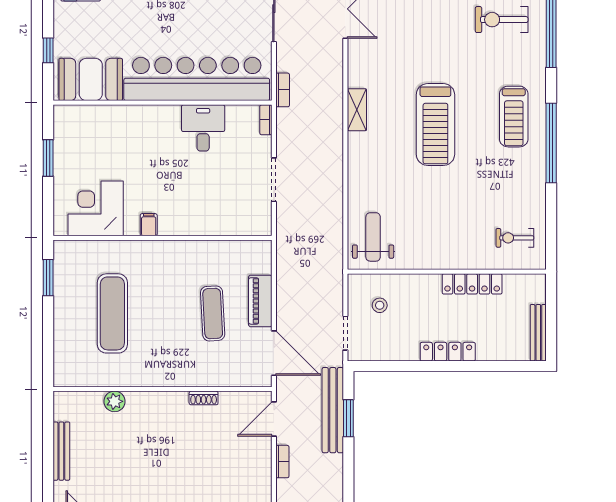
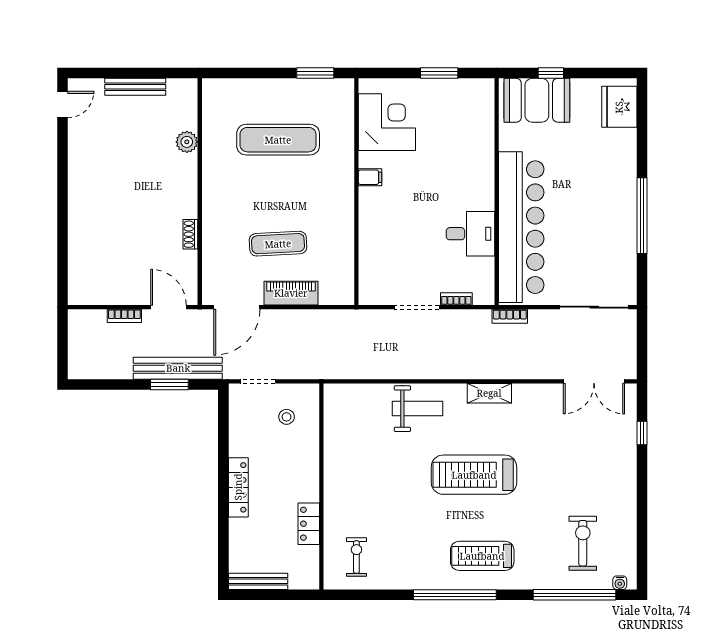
booth: (91, 79) -> (537, 100), moved, turned 90
bookcase: (266, 120) -> (456, 299), moved
weight bench: (373, 237) -> (417, 409), moved
locker: (472, 284) -> (309, 524), width x0.66

